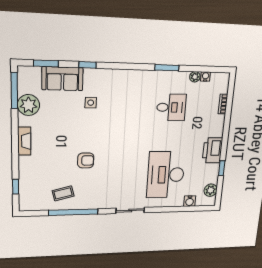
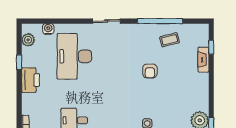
fireplace: (24, 141) -> (203, 60), moved
armchair: (86, 160) -> (150, 71), turned -90
desk: (166, 175) -> (74, 56), turned 180

